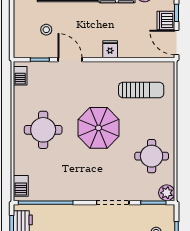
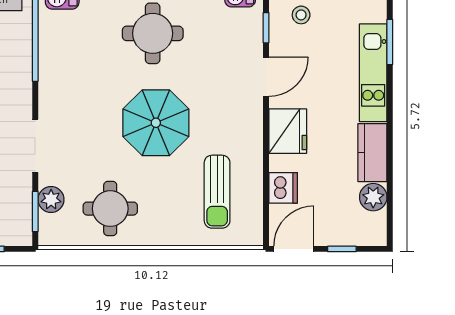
dishwasher: (166, 21) -> (283, 188), moved, turned 90
stool: (46, 30) -> (301, 15), moved
fridge: (110, 49) -> (288, 131), width x1.88, depth x1.34
plant: (167, 193) -> (51, 199), moved

